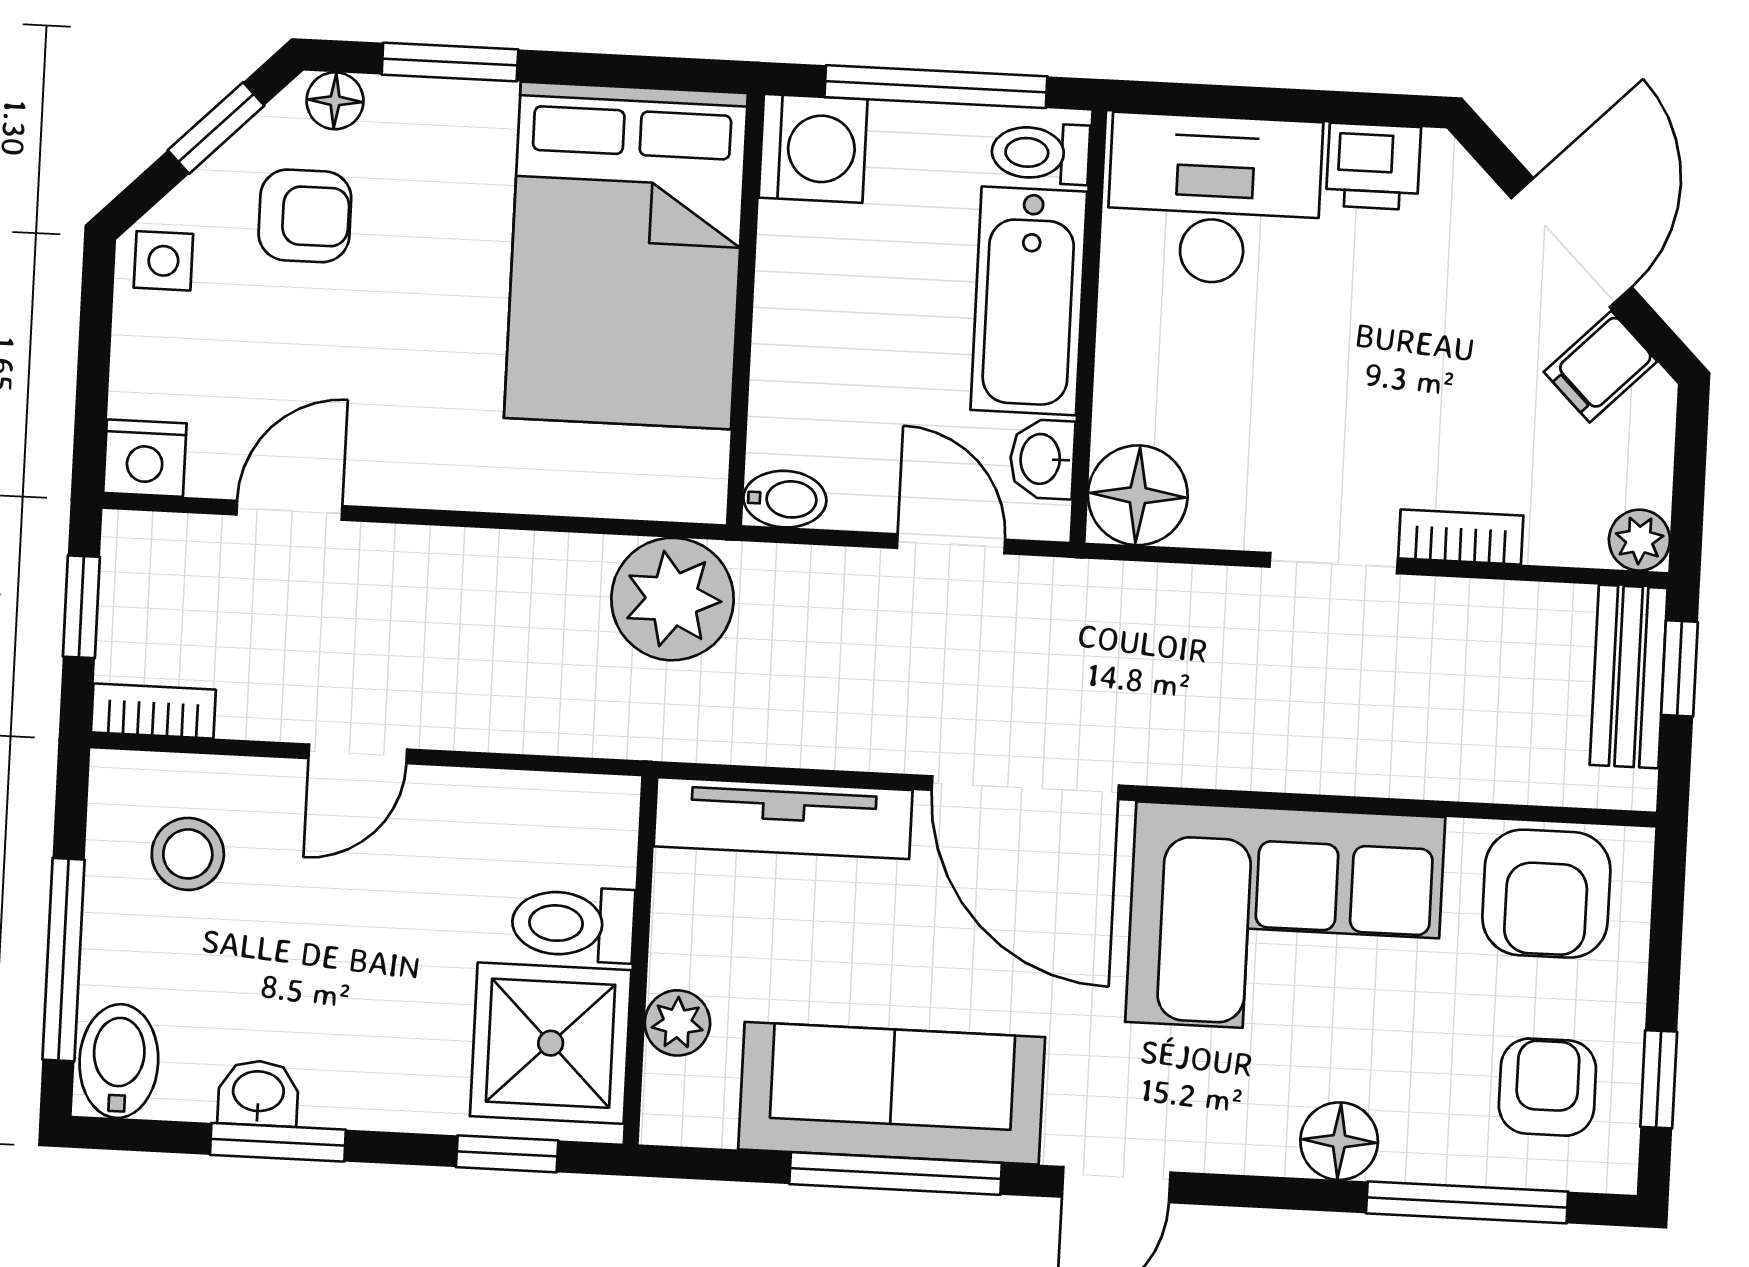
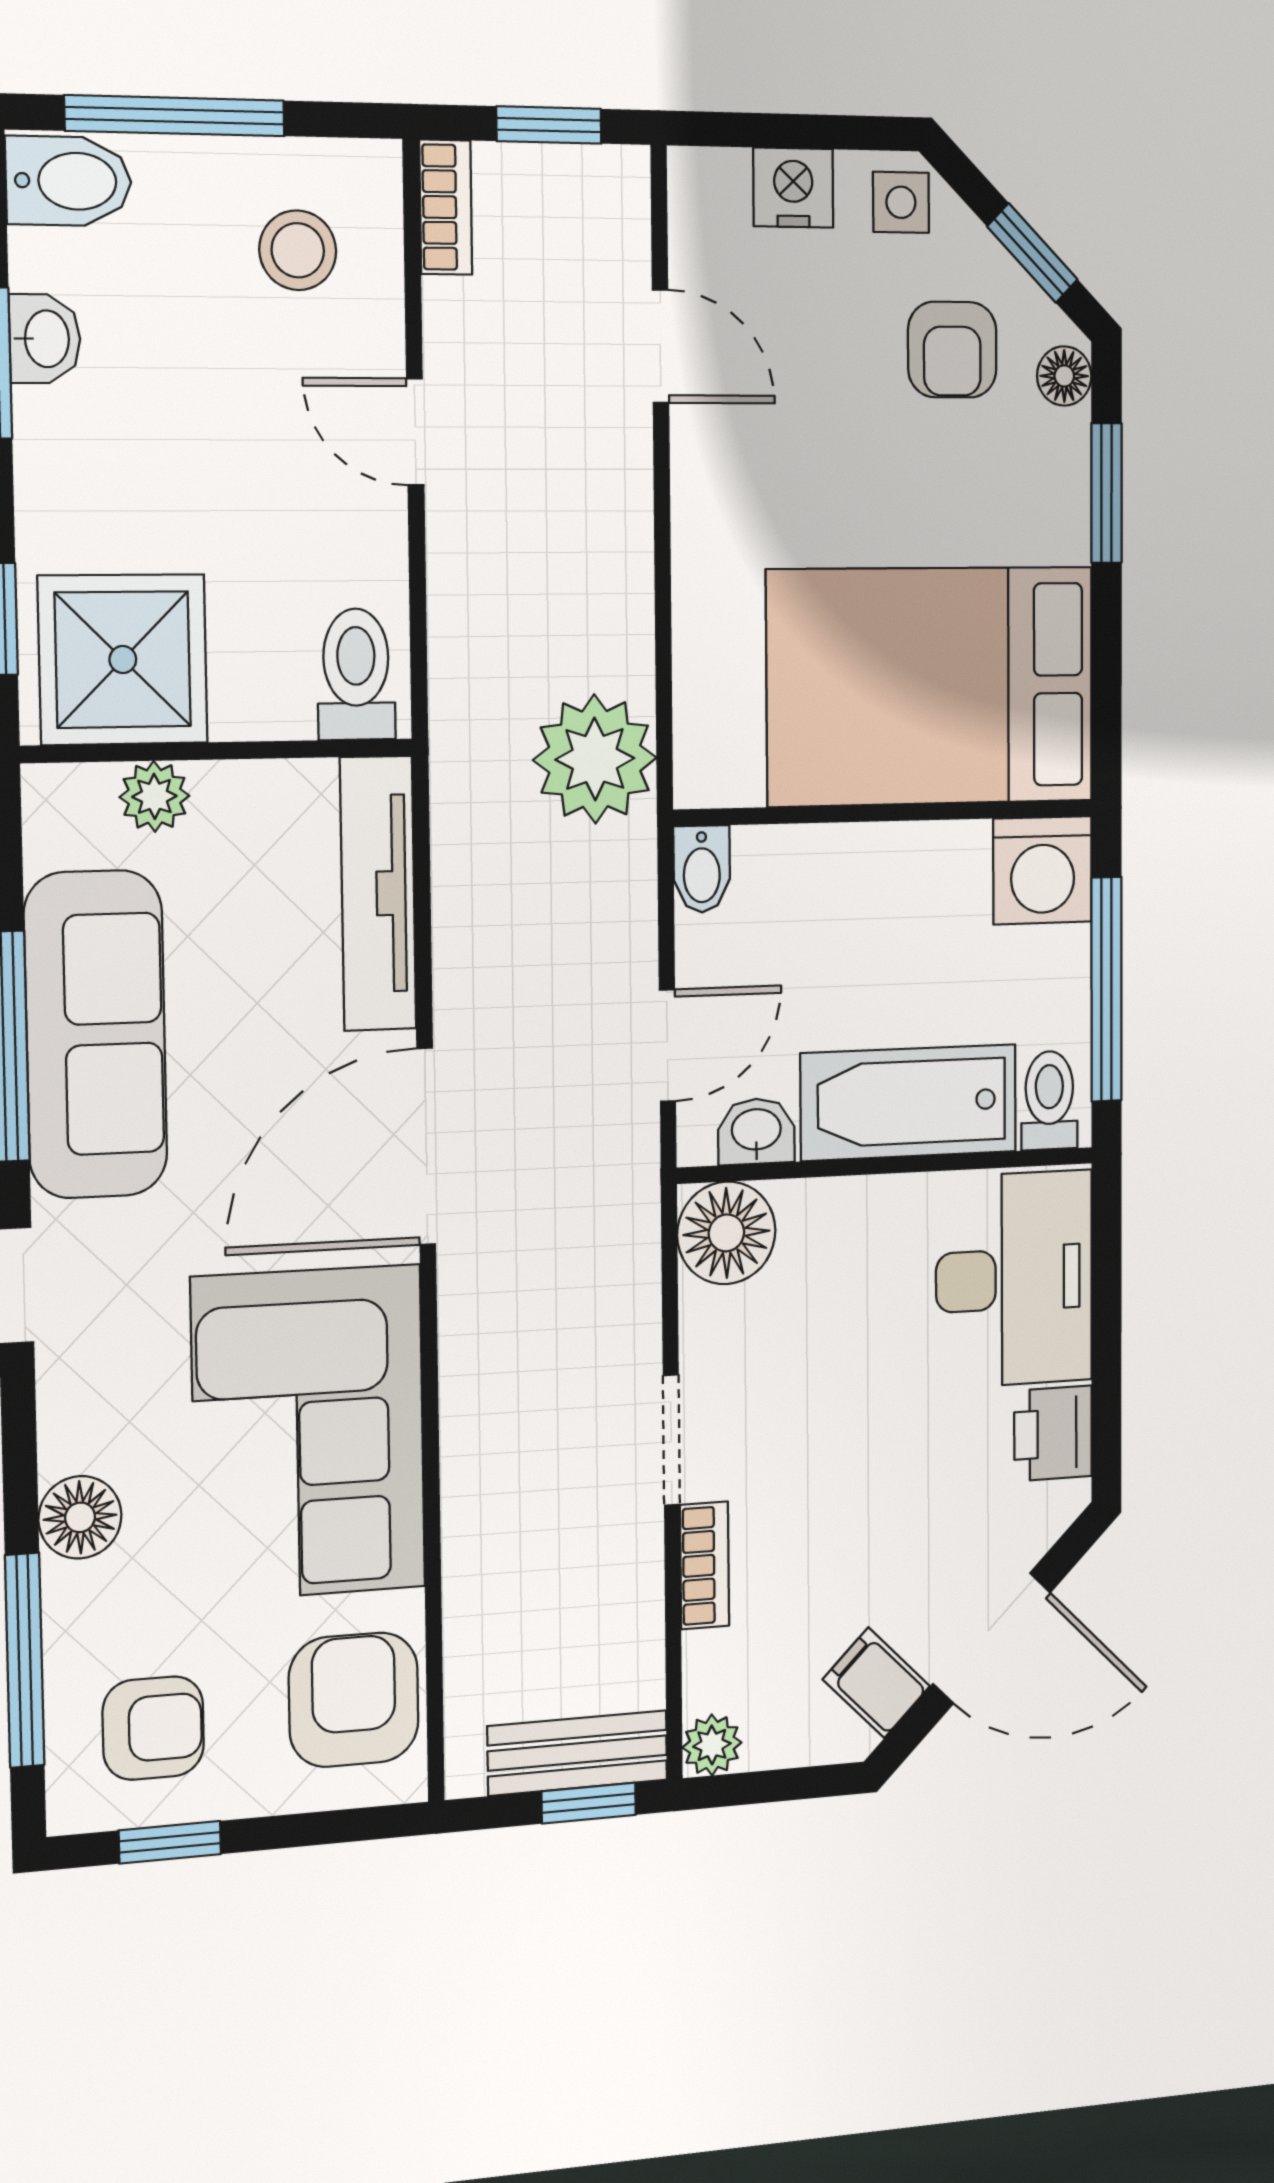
nightstand: (145, 458) -> (793, 188), moved, turned 90
armchair: (1546, 894) -> (354, 1700), turned 90
toilet: (573, 924) -> (356, 674), moved

